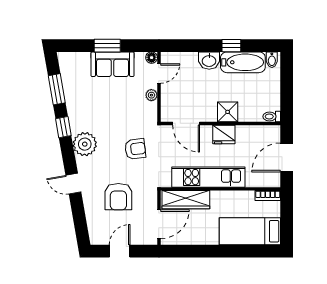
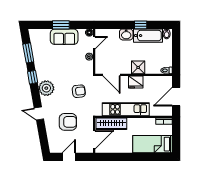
armchair: (118, 197) -> (68, 122), turned -90

